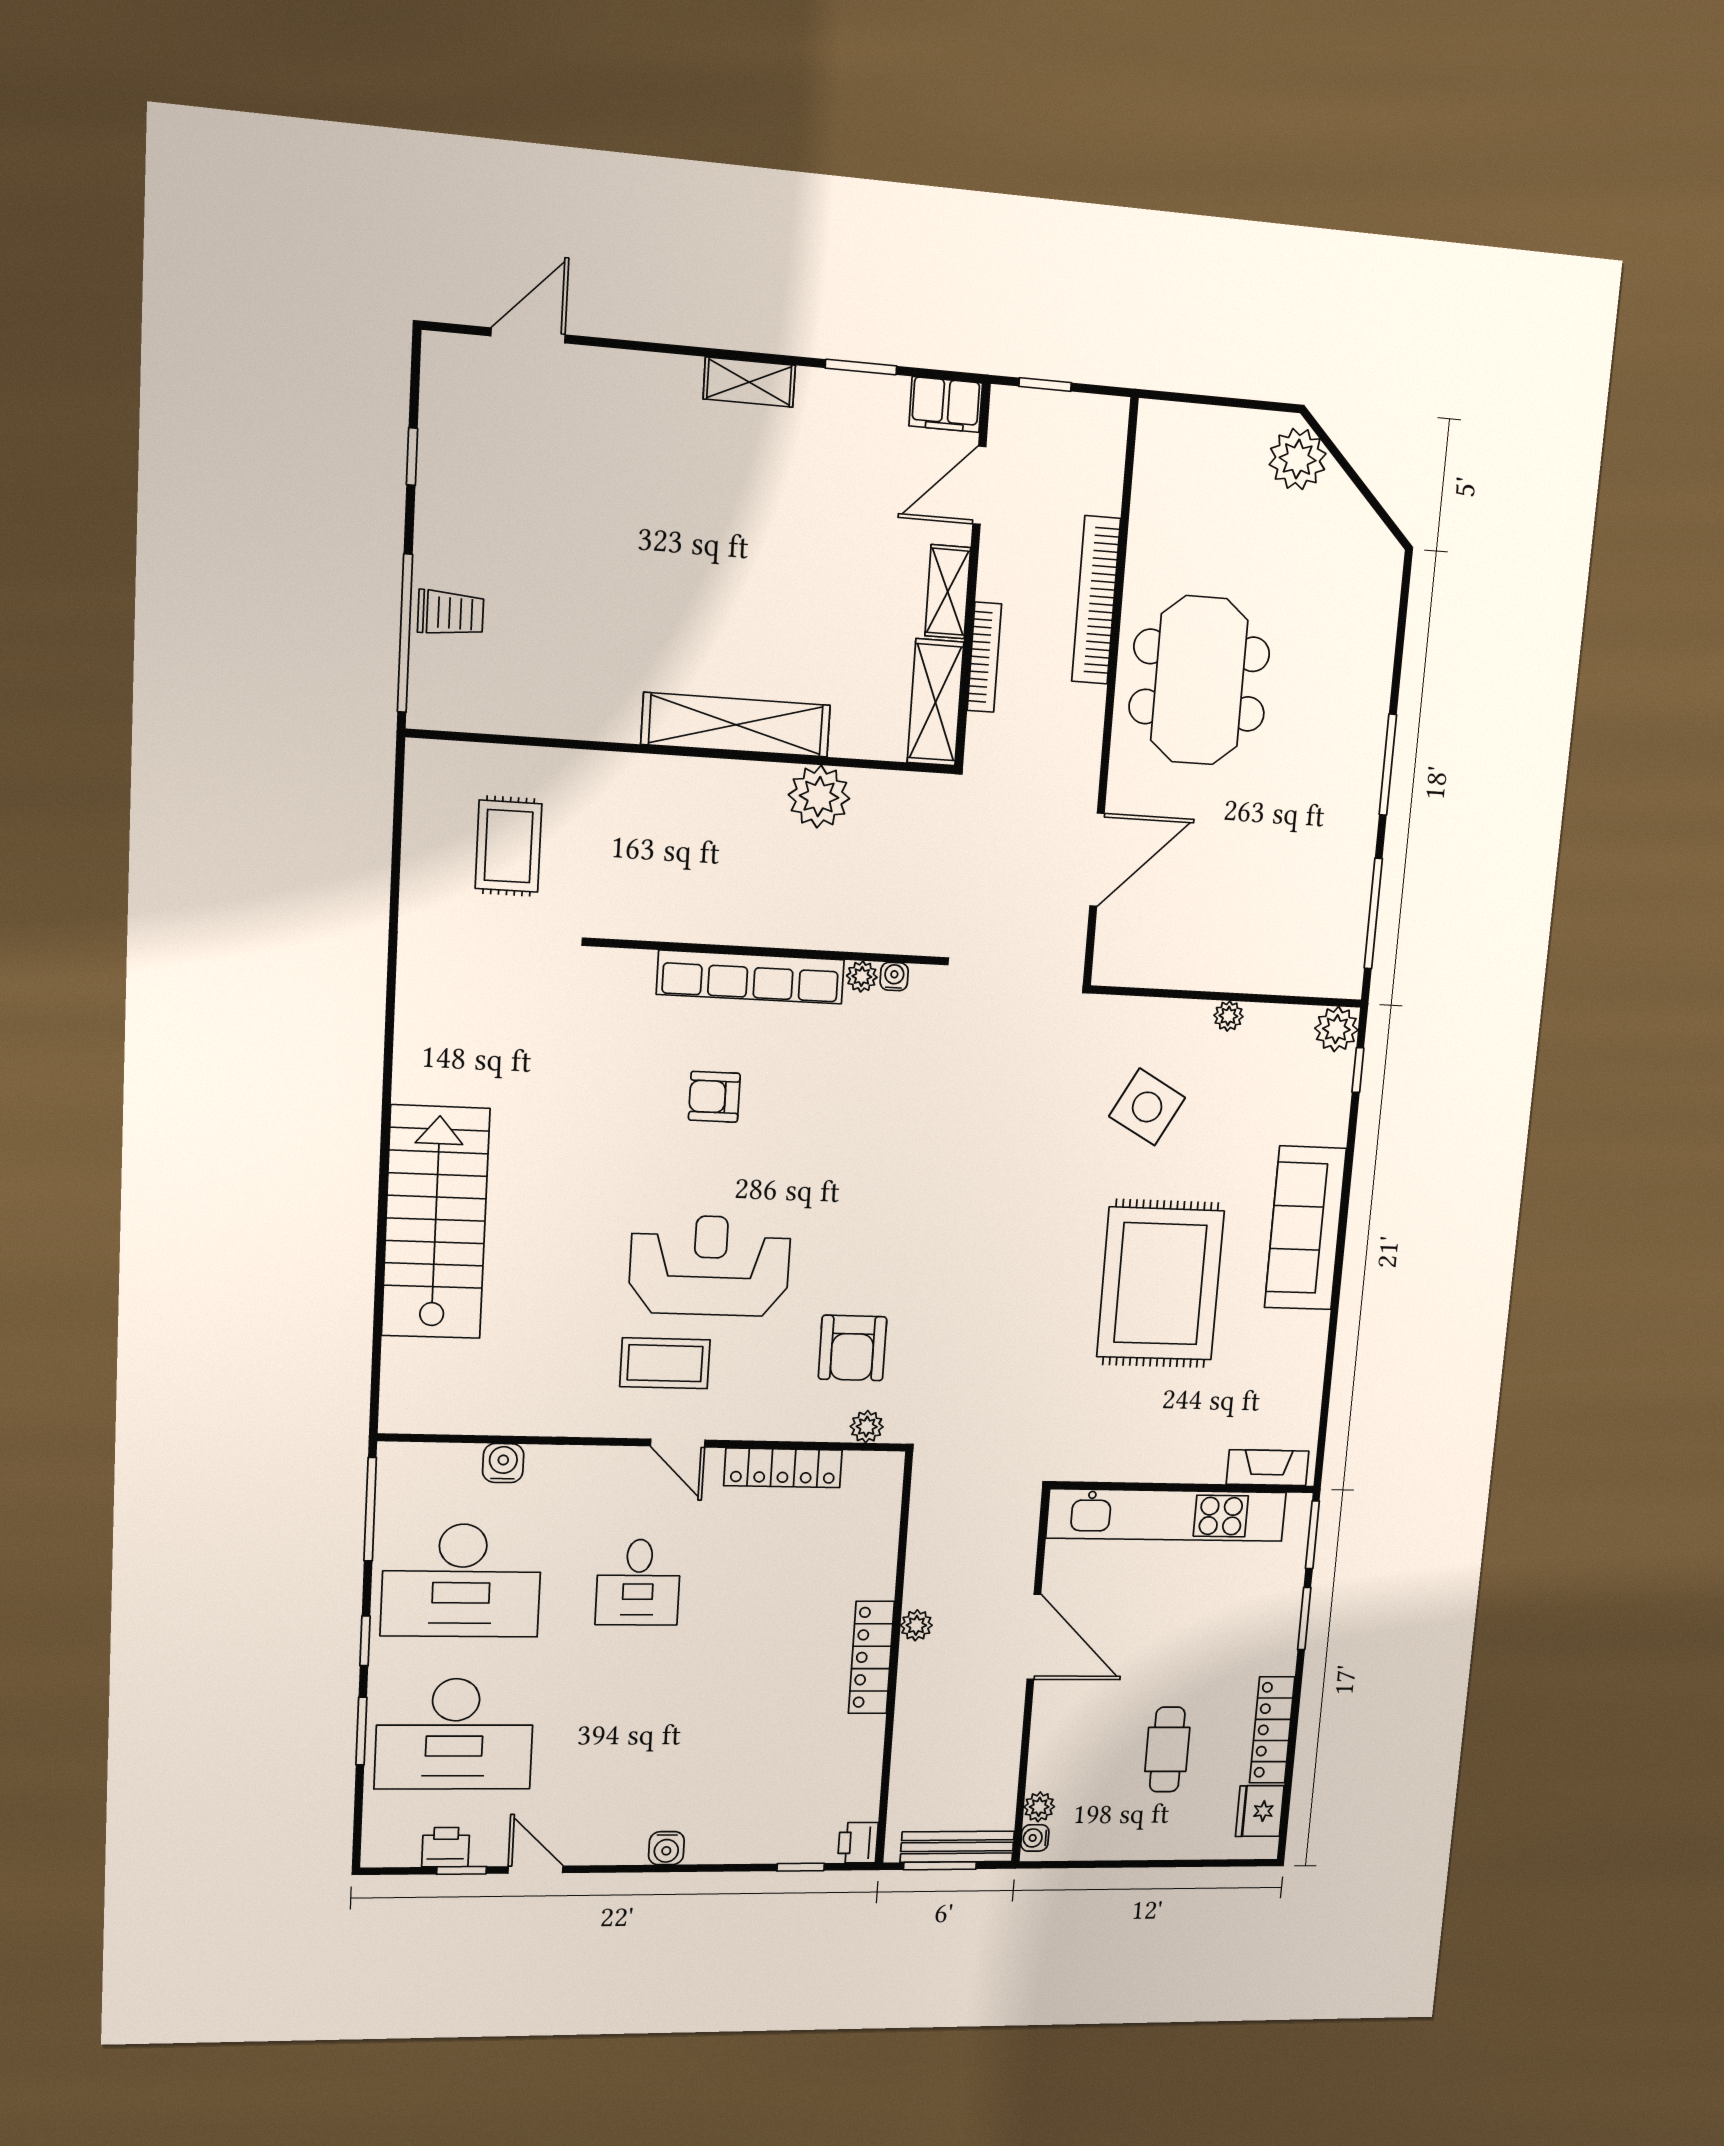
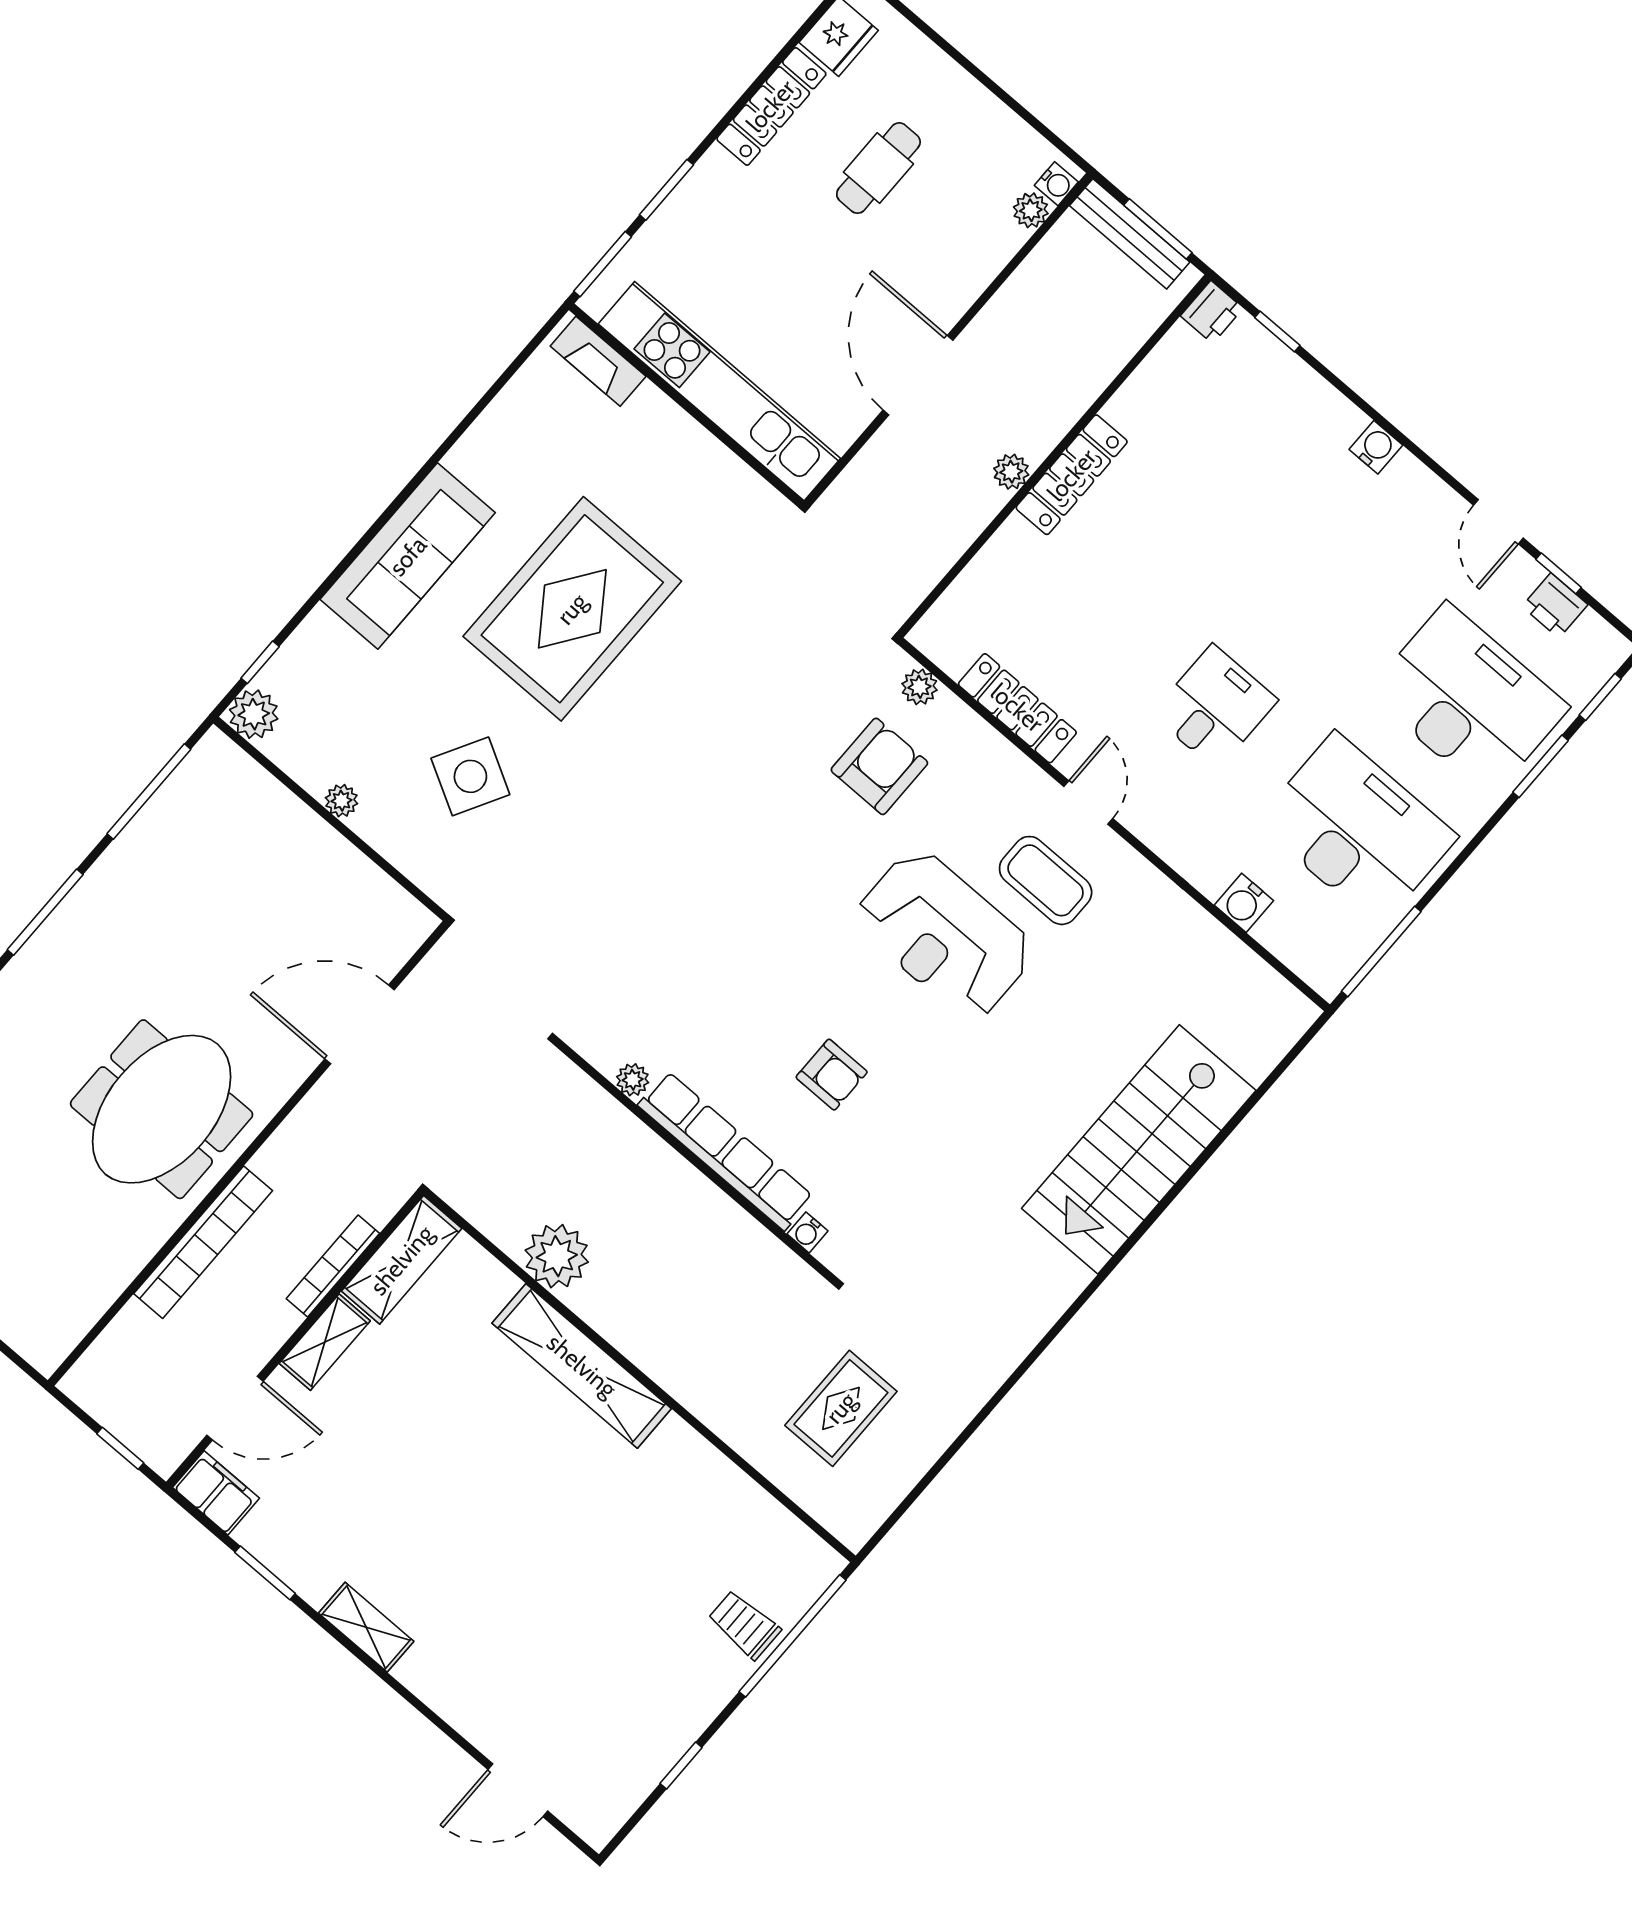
water cooler: (894, 977) -> (807, 1232), moved
window: (365, 1641) -> (1600, 697), moved

